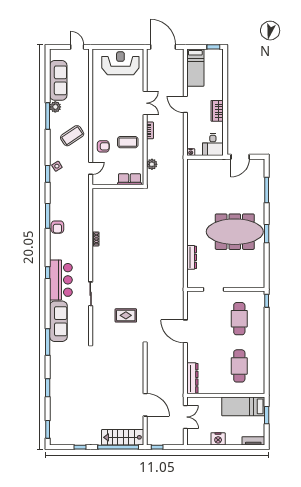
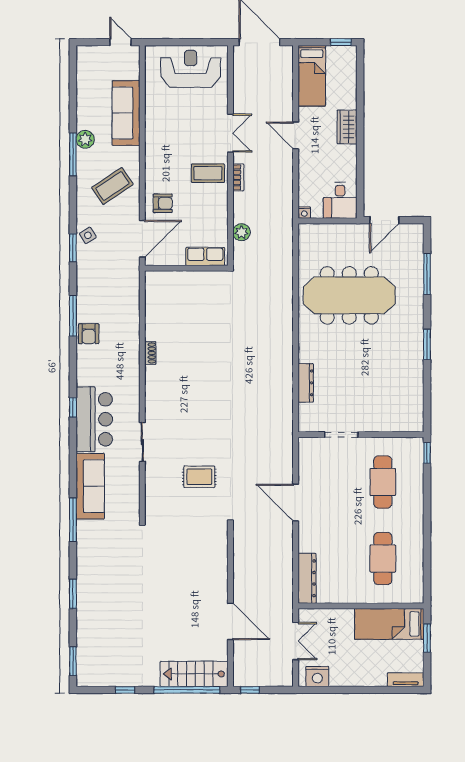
sofa: (58, 80) -> (126, 113), moved, turned 180
wardrobe: (217, 111) -> (347, 127), moved
coffee table: (128, 142) -> (208, 173), moved
door: (91, 168) -> (142, 239), width x1.88
meeting table: (235, 232) -> (349, 295), moved
nightstand: (218, 439) -> (317, 677), moved

